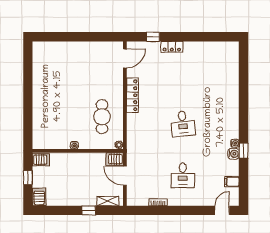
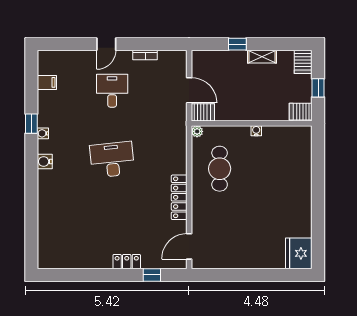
fridge: (42, 53) -> (299, 253), added
desk: (183, 124) -> (112, 160), width x1.37
water cooler: (233, 154) -> (45, 162), moved
shelving: (108, 201) -> (262, 57), moved
door: (222, 210) -> (106, 44), moved

